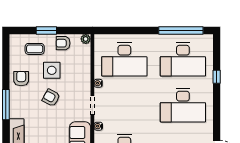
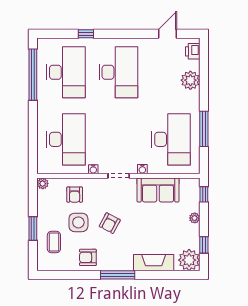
armchair: (63, 43) -> (75, 195), moved

